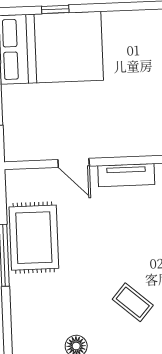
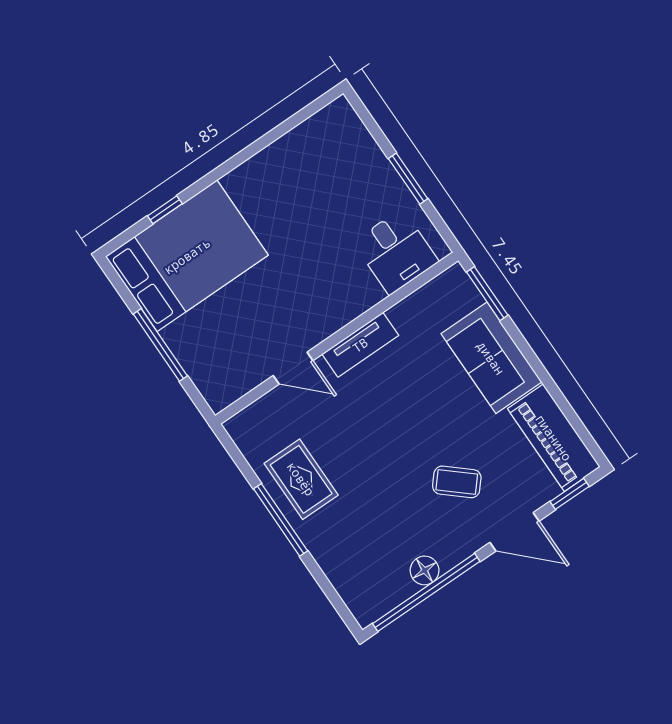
rug: (34, 238) -> (301, 479), width x0.73, depth x0.70

